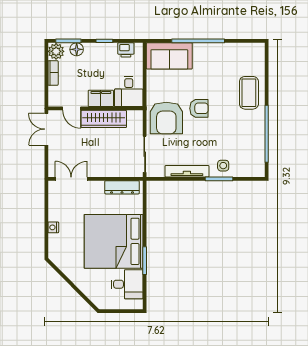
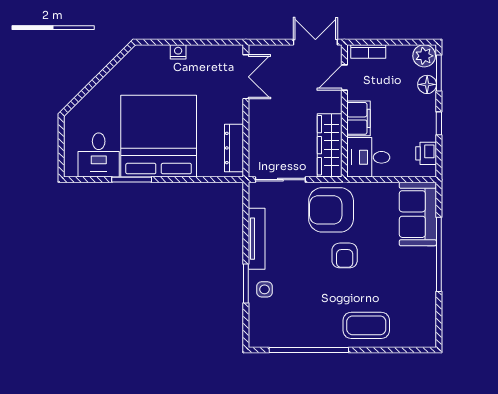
bookcase: (53, 73) -> (368, 52), moved
wardrobe: (104, 119) -> (330, 145), moved

